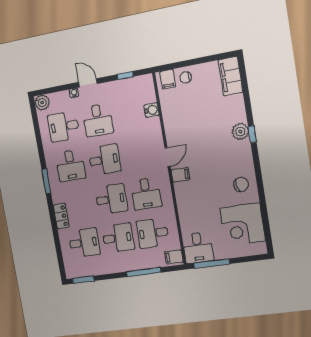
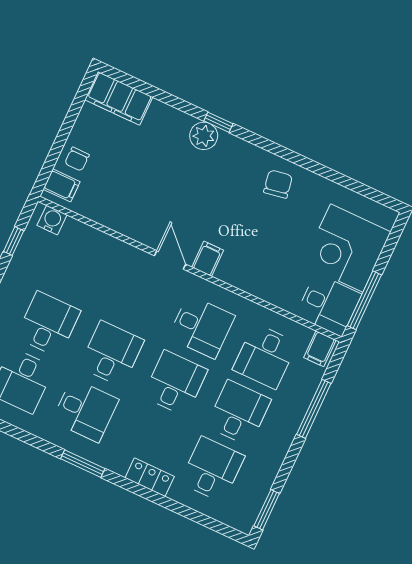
water cooler: (152, 110) -> (52, 220), moved
desk: (98, 120) -> (48, 324), turned -90
corner desk: (243, 225) -> (347, 248), moved, turned 90

